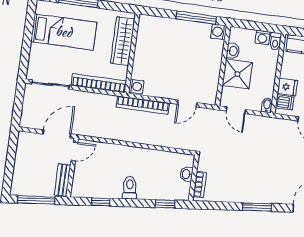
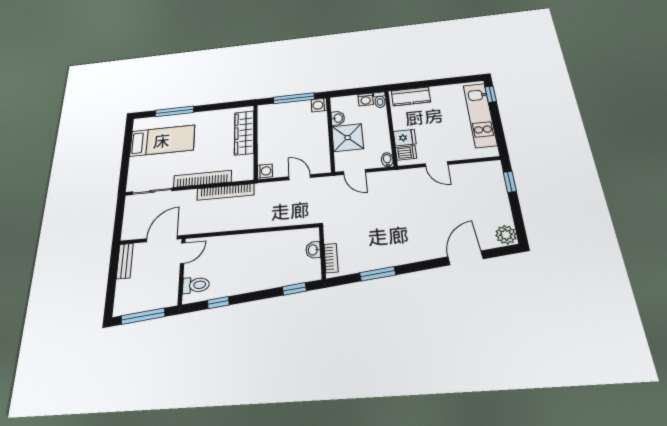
wardrobe: (123, 41) -> (244, 133), moved
wall: (132, 53) -> (256, 141), moved
washing machine: (136, 86) -> (265, 171), moved
door: (187, 103) -> (300, 177), swing flipped
bookcase: (143, 105) -> (226, 192), moved
bench: (62, 180) -> (125, 261), moved
toilet: (130, 188) -> (196, 285), moved, turned 96
window: (257, 207) -> (378, 274), moved

